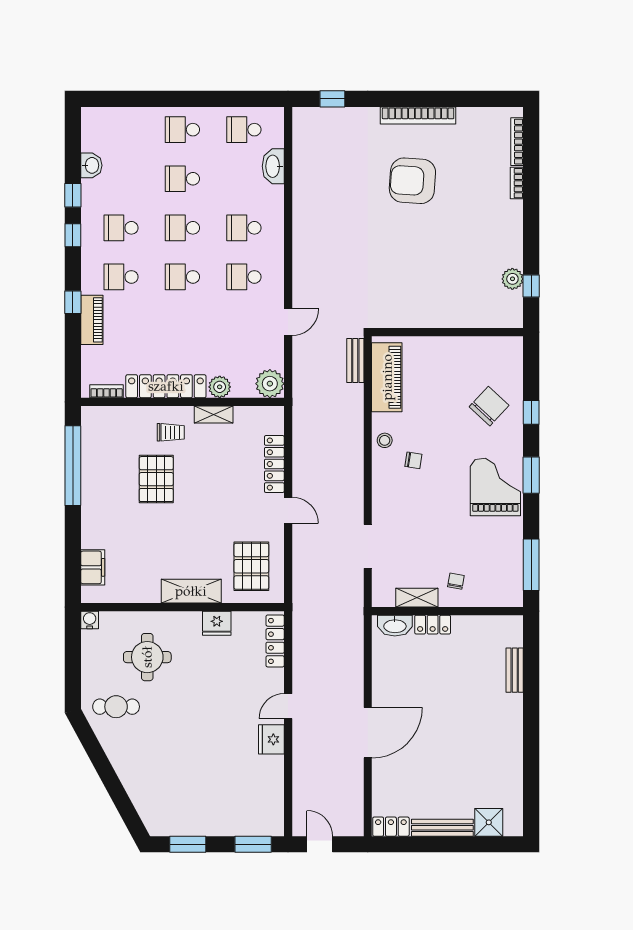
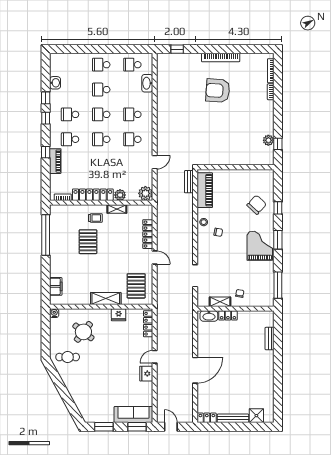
round table: (147, 657) -> (83, 332), turned 38
sofa: (246, 820) -> (133, 414), added

